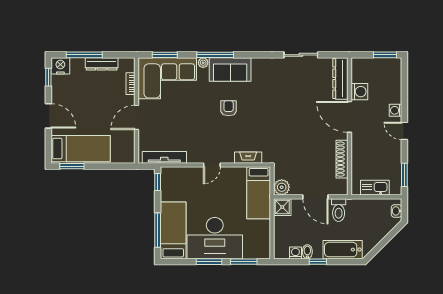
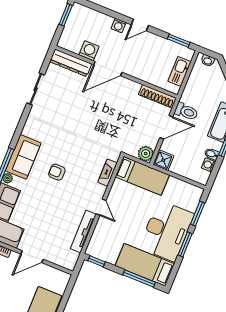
door: (137, 117) -> (32, 257), hinge flipped
tv unit: (164, 157) -> (83, 232), moved
shoe rack: (342, 159) -> (157, 96), moved

